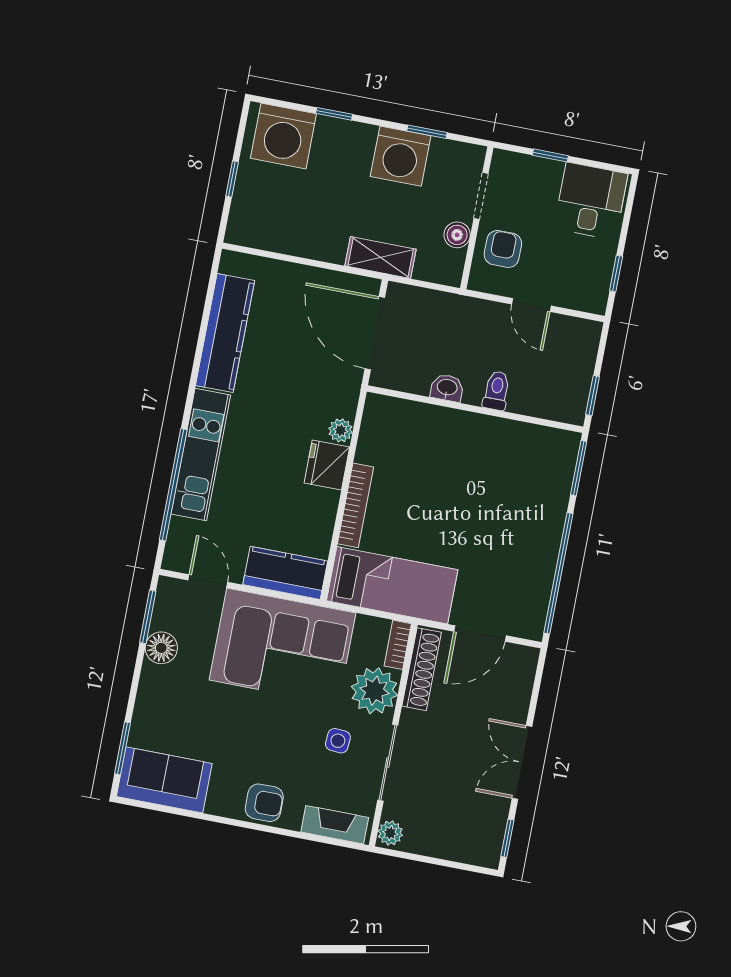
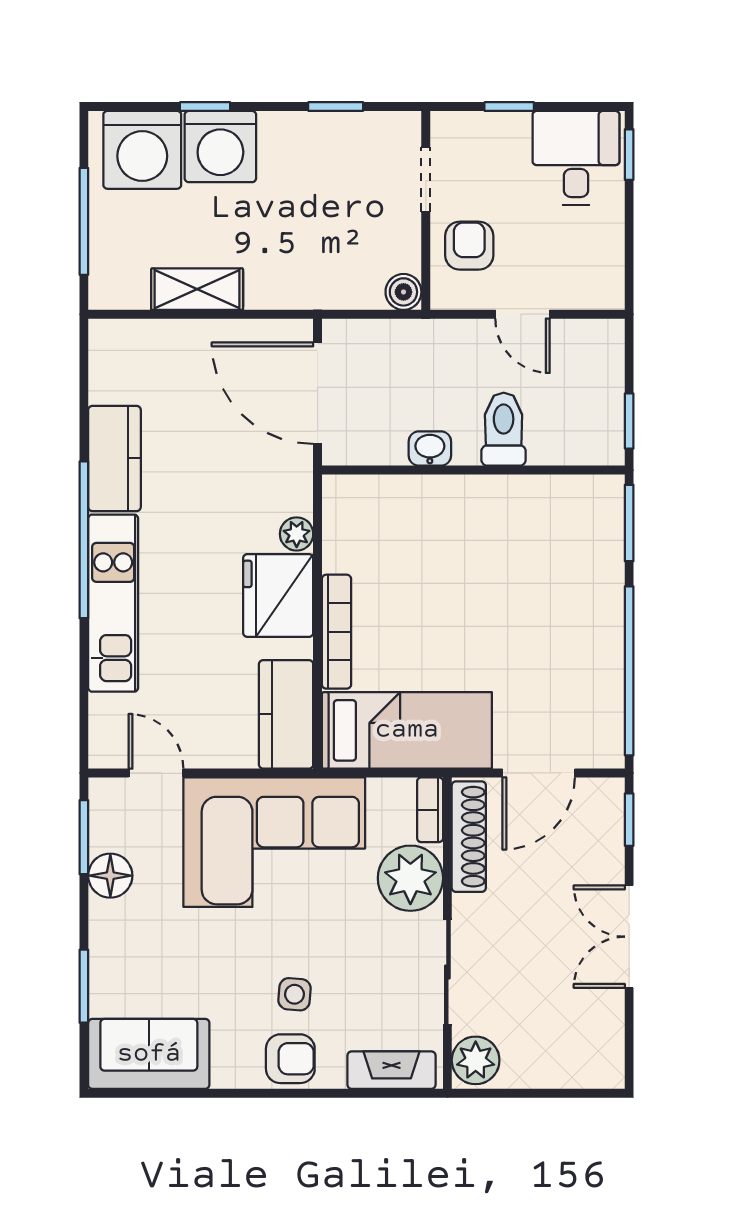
washing machine: (401, 156) -> (220, 147), moved
window: (232, 179) -> (84, 221), width x2.17
boiler: (457, 235) -> (403, 292), moved
shelving: (381, 258) -> (197, 289), moved
window: (616, 274) -> (629, 155), moved
kitchen counter: (225, 333) -> (114, 458), width x0.67
toilet: (496, 391) -> (504, 429), width x1.37, depth x1.39
fridge: (327, 465) -> (278, 595), width x1.36, depth x1.34
window: (173, 485) -> (84, 540), moved
kitchen counter: (285, 573) -> (286, 714), moved, turned -90
side table: (338, 741) -> (295, 994), moved
window: (122, 748) -> (84, 986), moved
plant: (390, 833) -> (476, 1060), width x1.38, depth x1.38
window: (507, 838) -> (629, 820), moved

